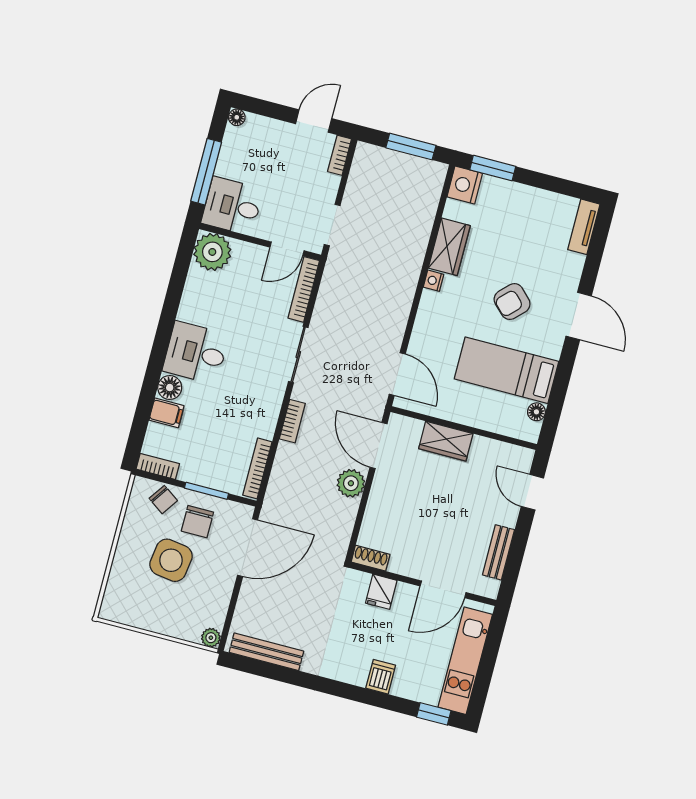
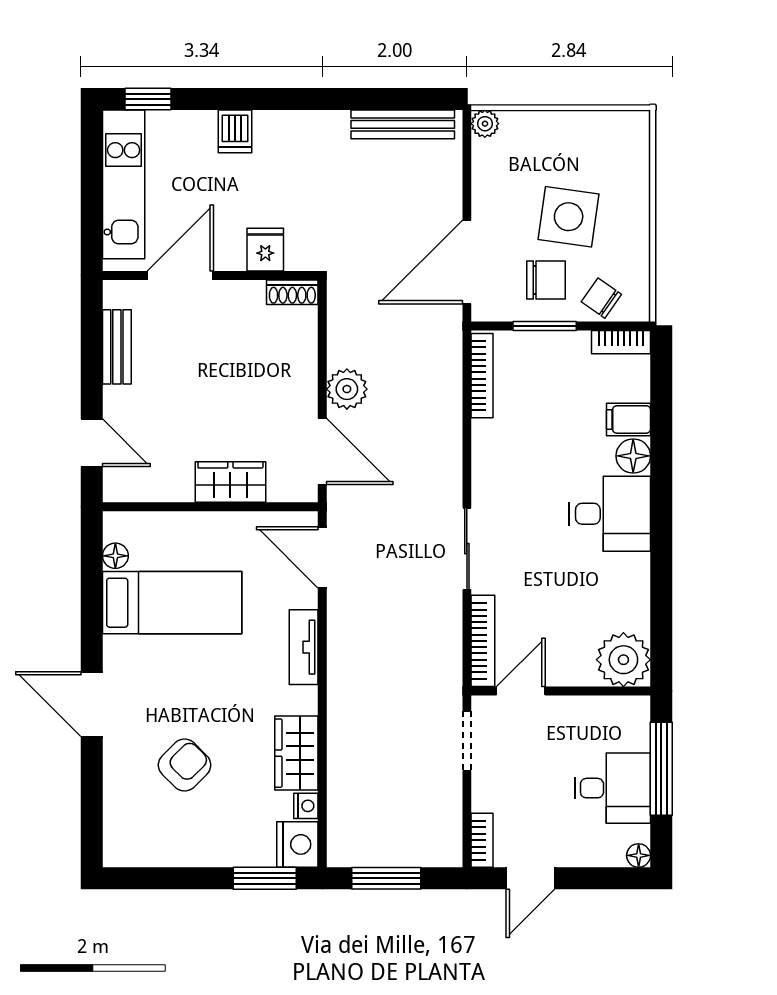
desk: (232, 206) -> (612, 788), moved
tv unit: (584, 227) -> (304, 647), moved, turned 180
nightstand: (434, 281) -> (306, 806), moved
armchair: (512, 302) -> (185, 765), moved
bookcase: (292, 421) -> (451, 454), removed
chair: (197, 522) -> (546, 280), turned 90

